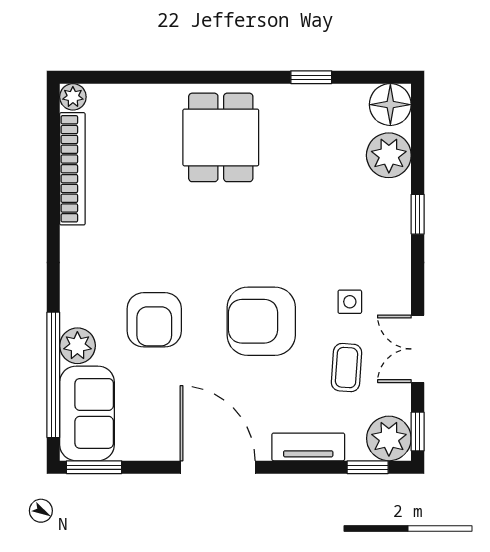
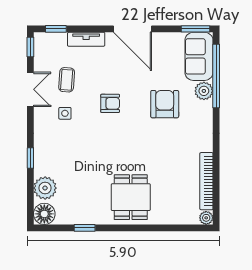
armchair: (261, 321) -> (110, 103), width x0.53, depth x0.53
plant: (389, 438) -> (45, 44), removed

